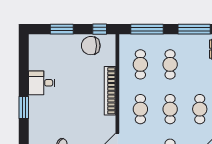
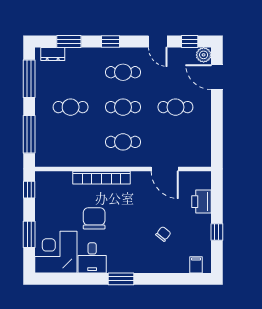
chair: (91, 46) -> (94, 218), moved, turned 180
corner desk: (47, 52) -> (56, 252), added
cafe table: (140, 64) -> (71, 142), removed

